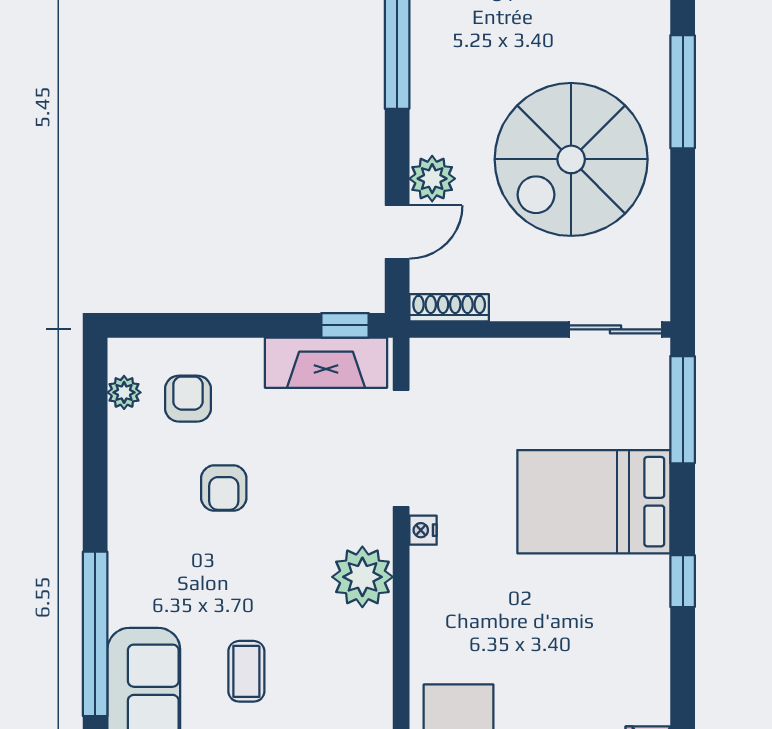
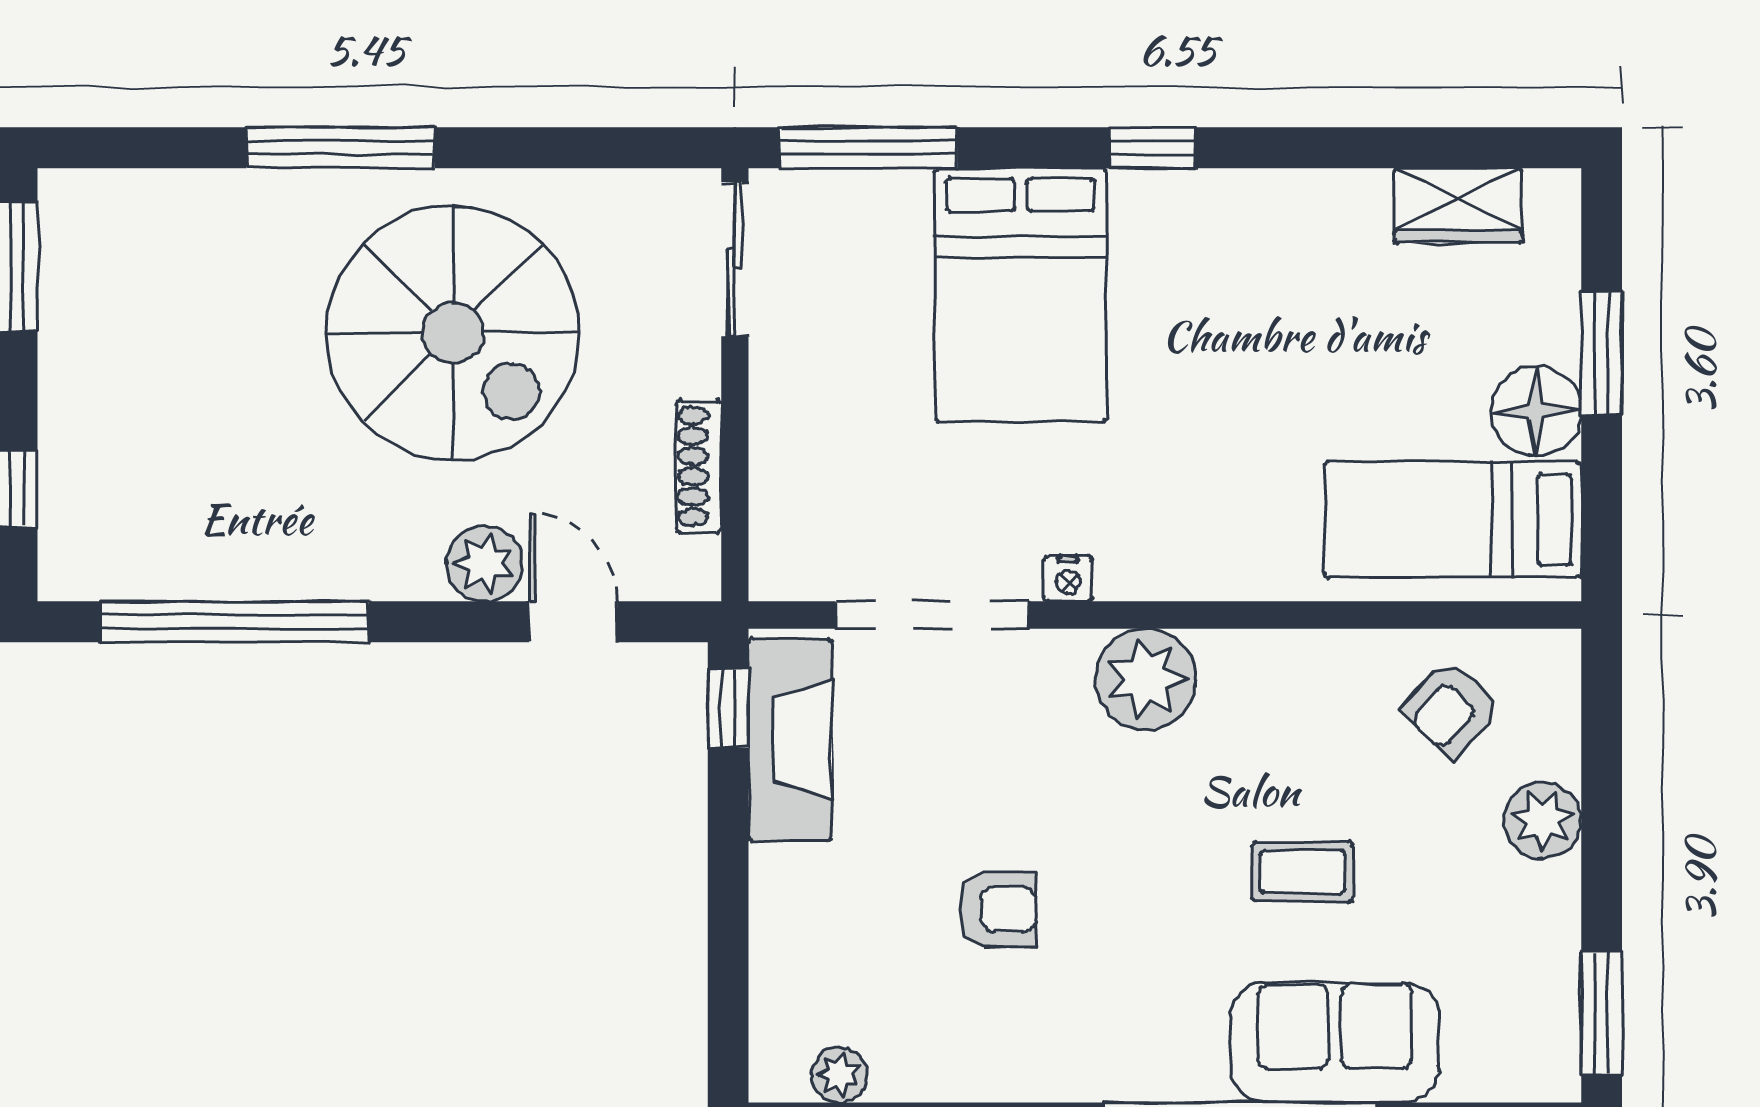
shoe rack: (449, 308) -> (699, 466), moved
armchair: (188, 399) -> (850, 969), removed

